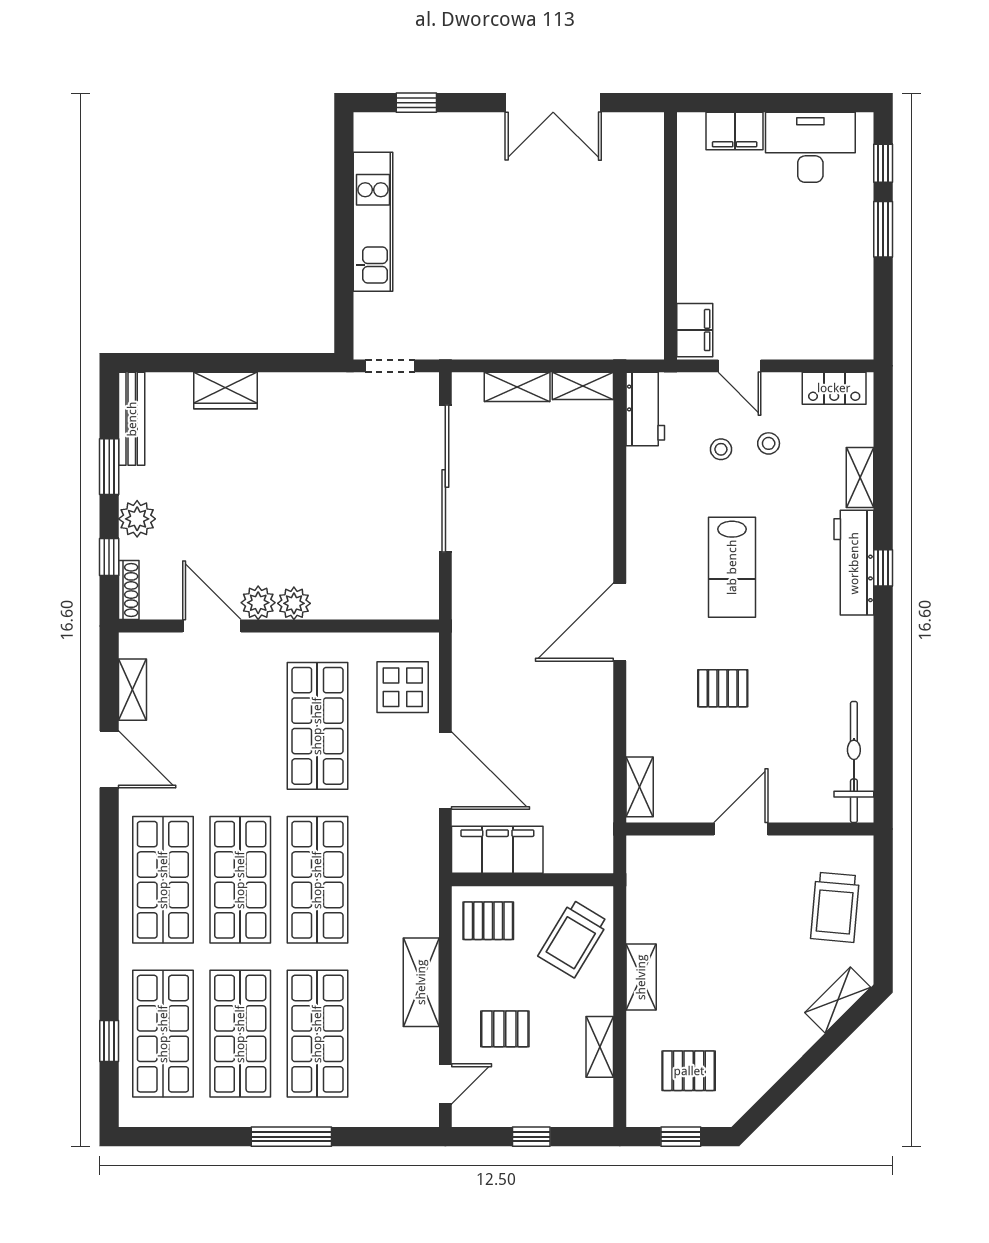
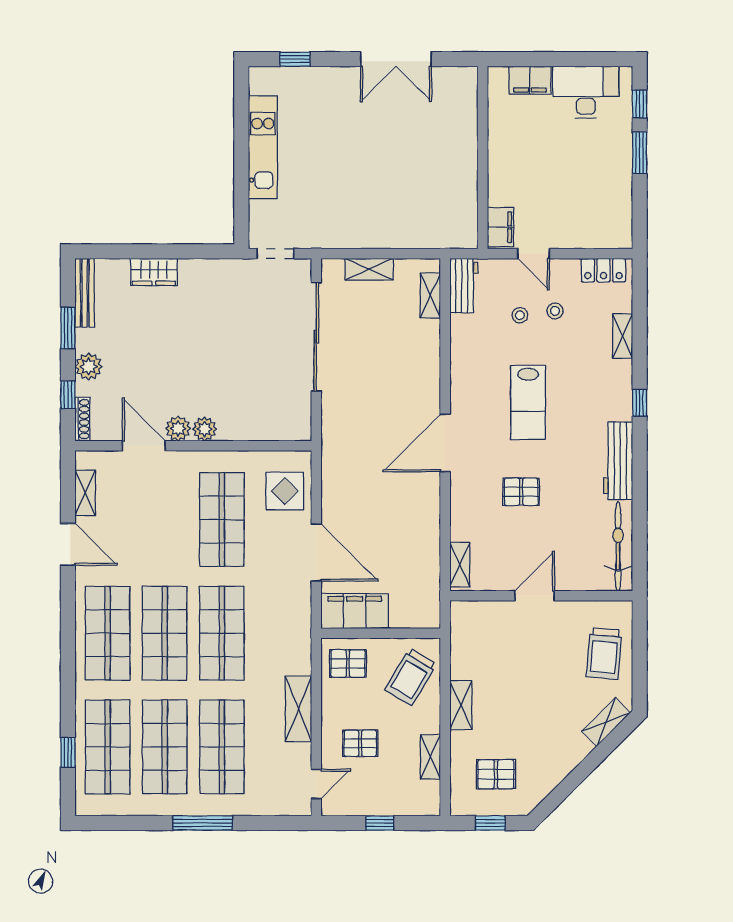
shelving: (583, 386) -> (430, 296), moved, turned 90
workbench: (854, 563) -> (618, 461), moved

